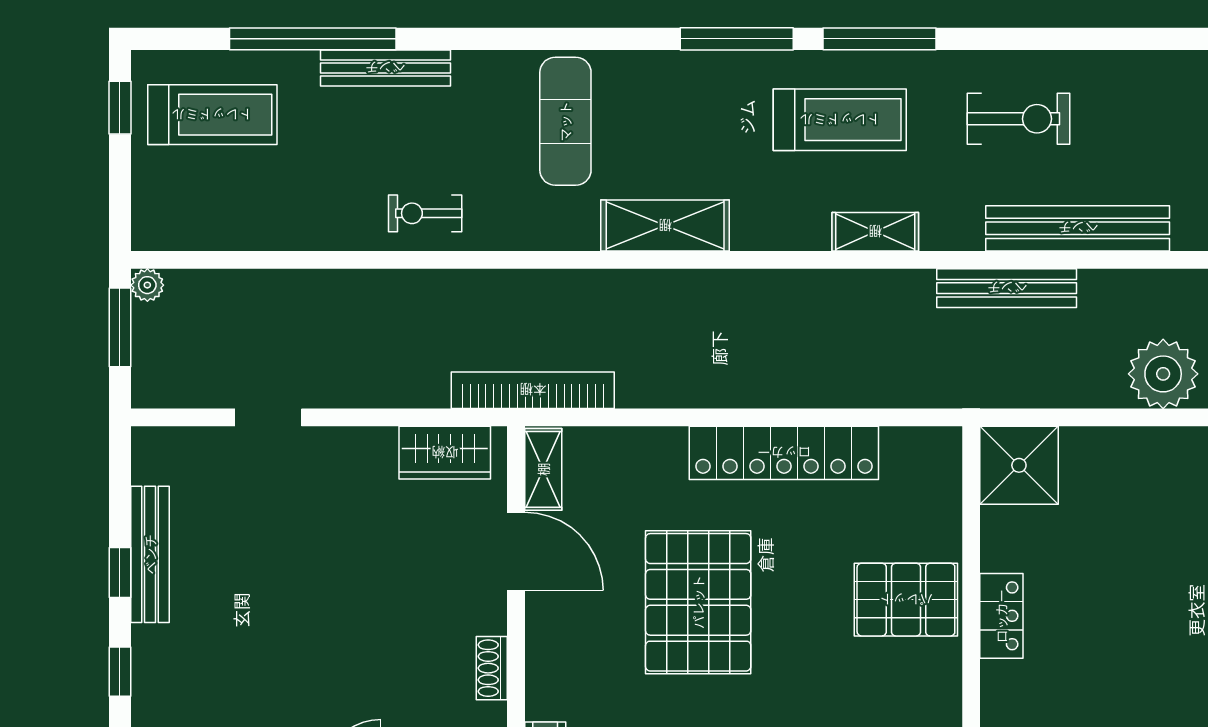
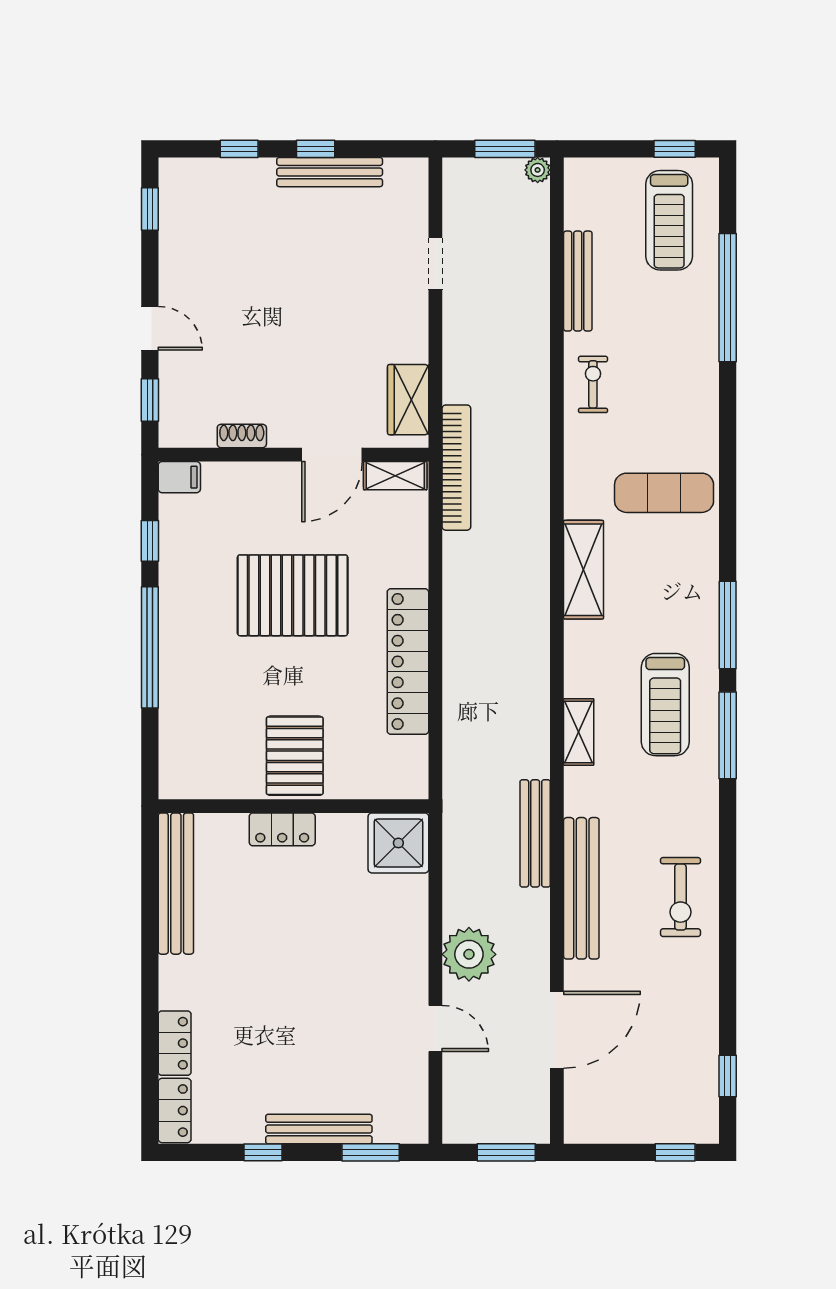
bench: (385, 68) -> (578, 281), moved
exercise bike: (1019, 119) -> (680, 897), moved

